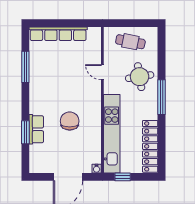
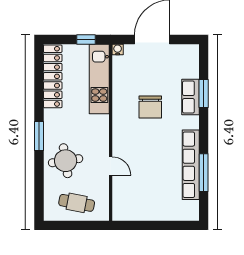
row of seats: (58, 34) -> (191, 165), moved, turned -90
window: (161, 97) -> (39, 136), width x0.69
kitchen unit: (112, 134) -> (99, 79), width x0.73

